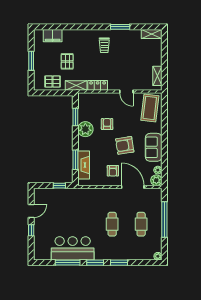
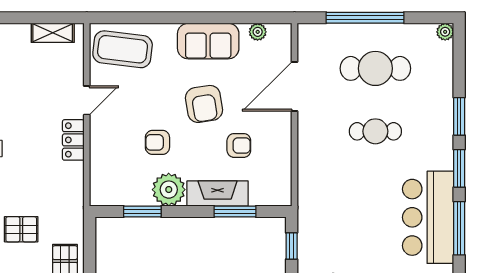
shelving: (76, 85) -> (74, 209), removed
locker: (98, 85) -> (73, 140), moved
fireplace: (84, 165) -> (218, 193), moved
armchair: (113, 171) -> (239, 145), moved
plant: (156, 180) -> (280, 35), removed
cafe table: (141, 224) -> (375, 68), width x1.37, depth x1.35

